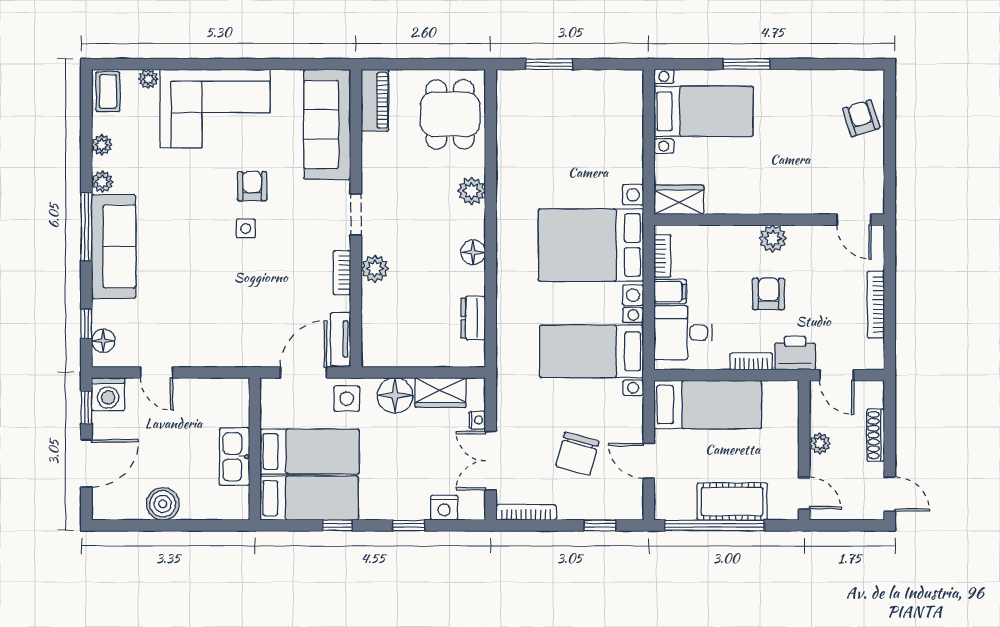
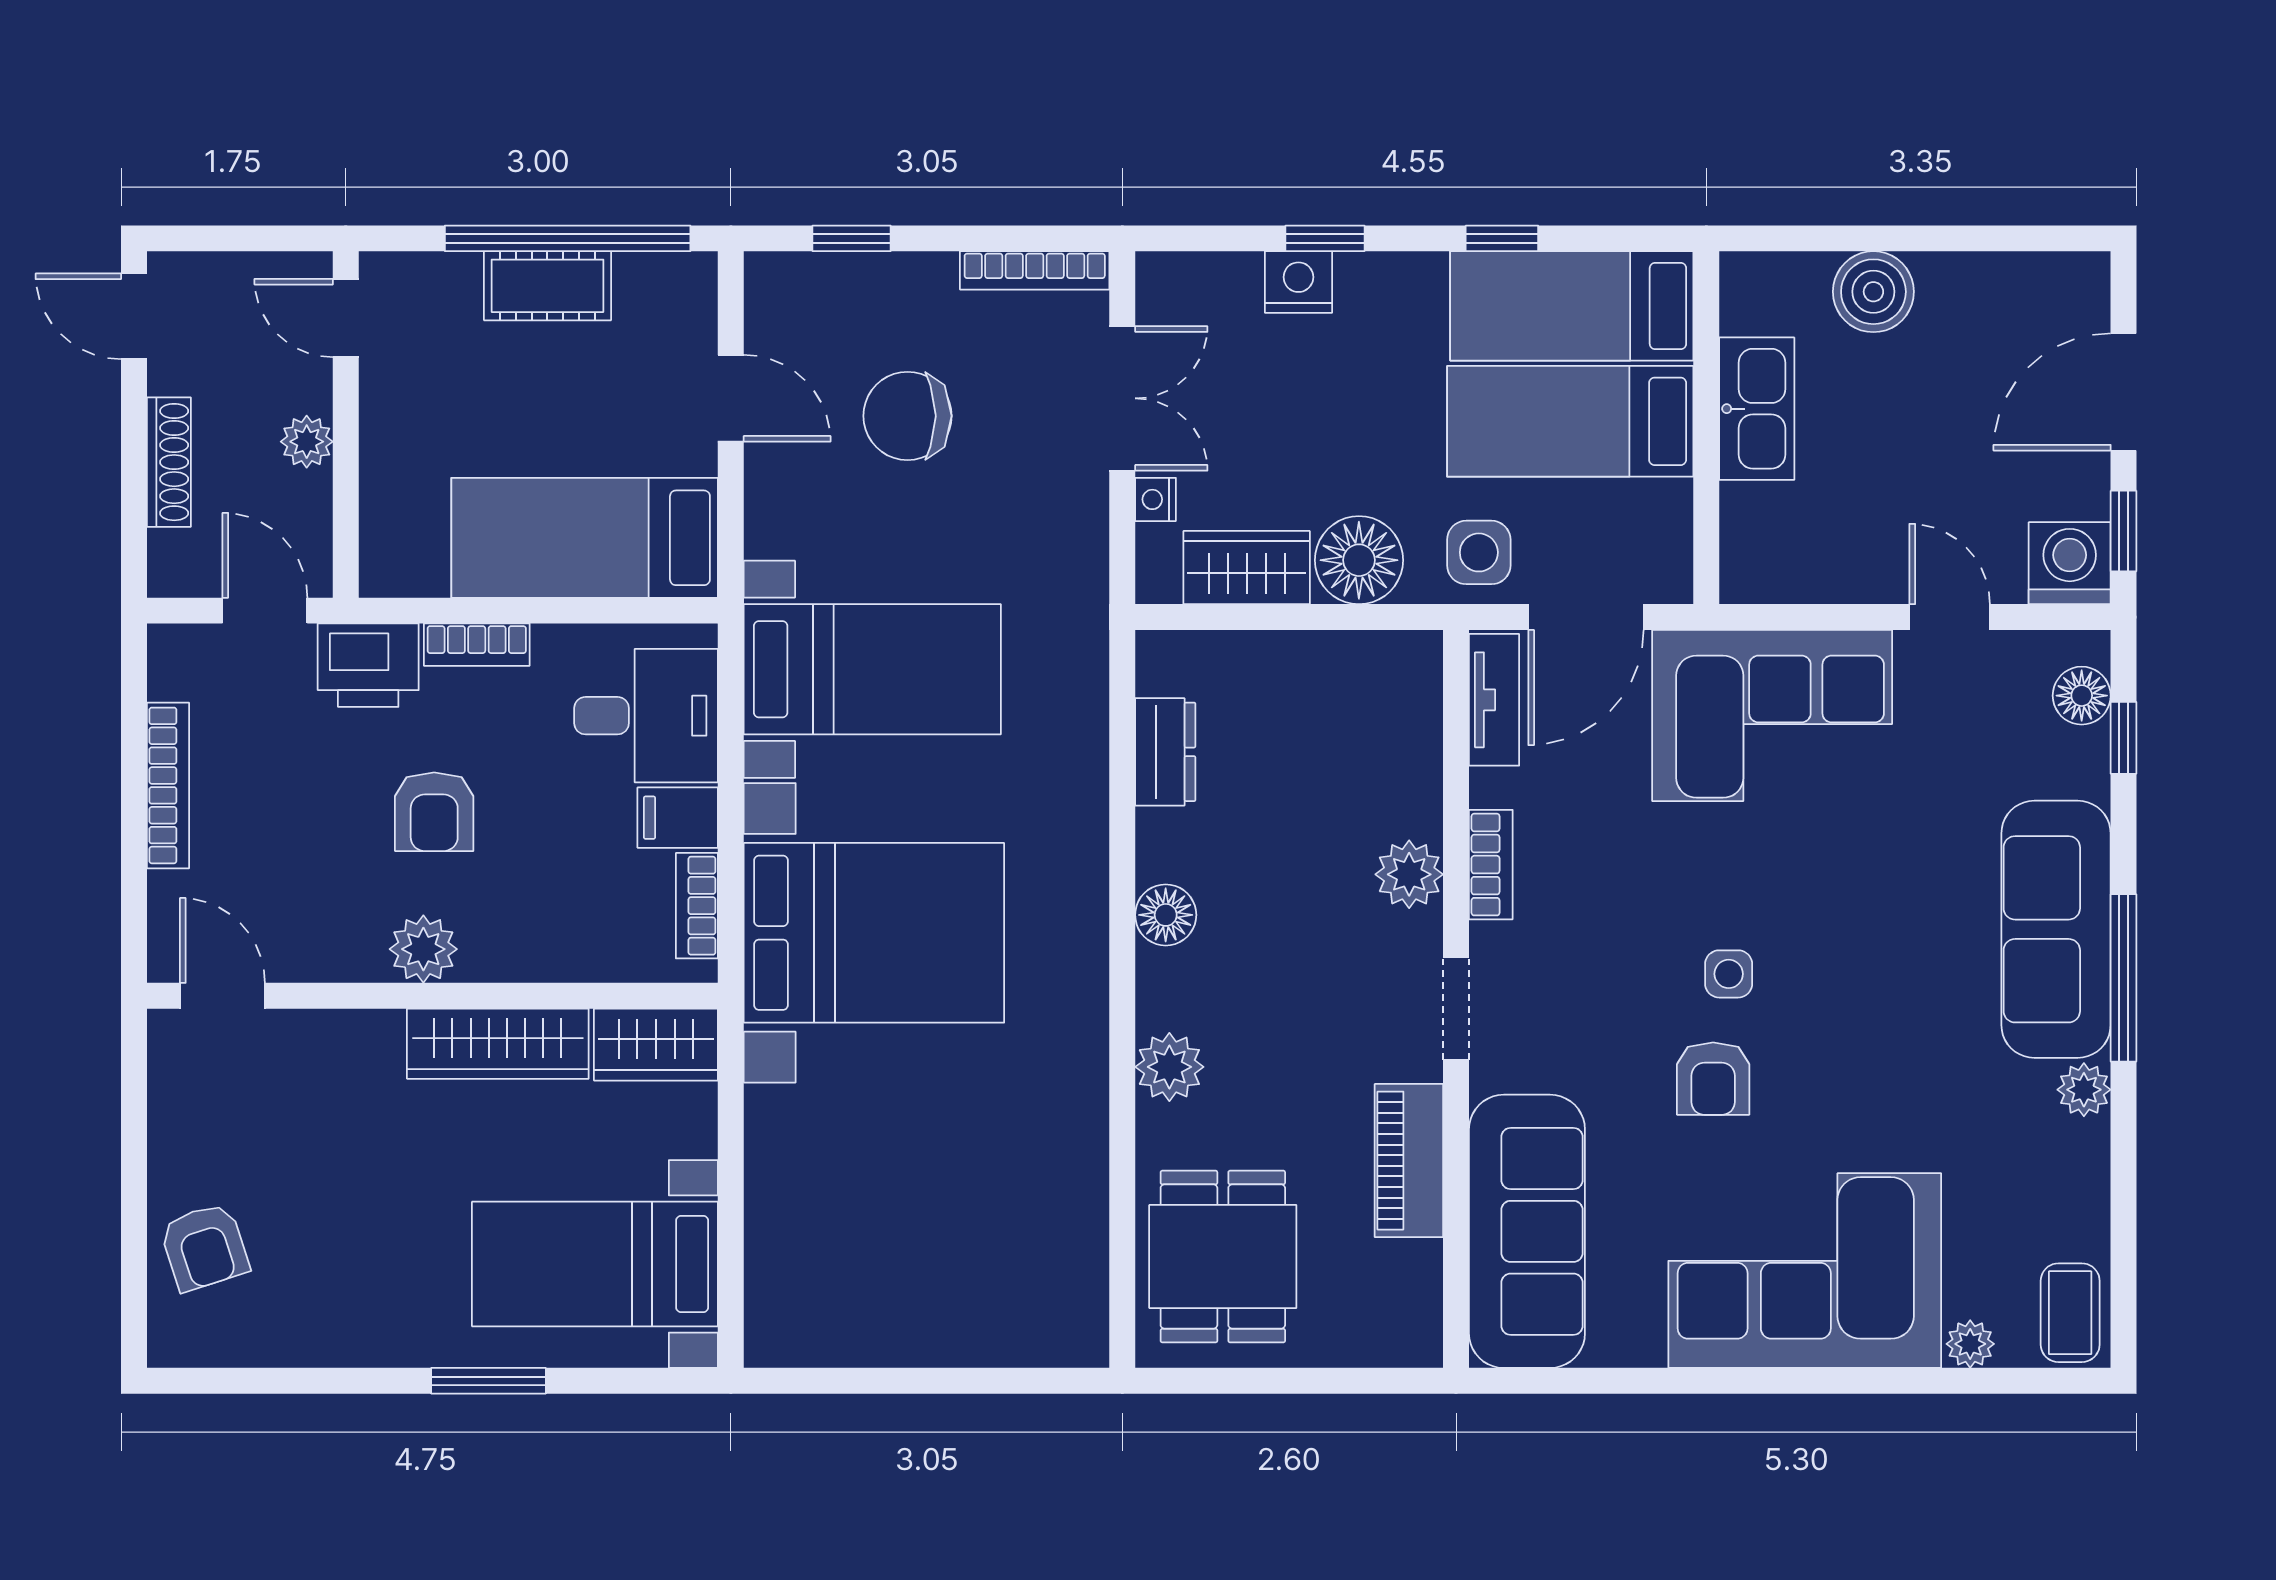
window: (549, 64) -> (977, 1381), removed
piano: (375, 100) -> (1409, 1161), moved
plant: (102, 145) -> (2085, 1181), removed
wardrobe: (743, 200) -> (498, 1044), added
corner sofa: (228, 333) -> (1772, 716), added
chair: (577, 454) -> (908, 416), turned -105
cot: (732, 502) -> (547, 286), width x0.73, depth x0.75
boiler: (163, 504) -> (1873, 292), moved
nightstand: (444, 508) -> (1298, 282), moved

